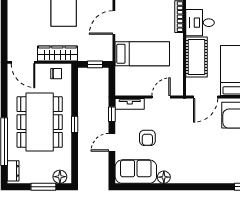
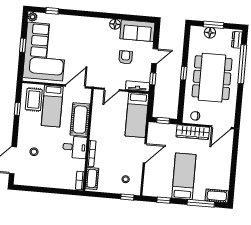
bed: (142, 54) -> (137, 115), moved, turned -90
door: (23, 62) -> (221, 127), swing flipped
floor lamp: (60, 177) -> (210, 33), moved

